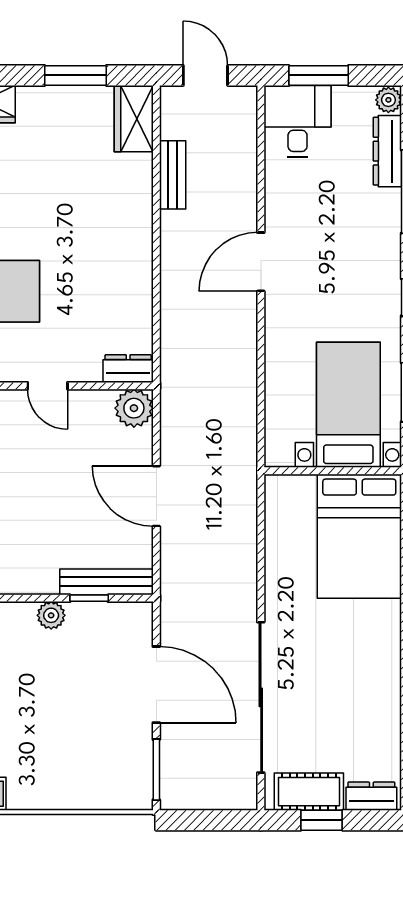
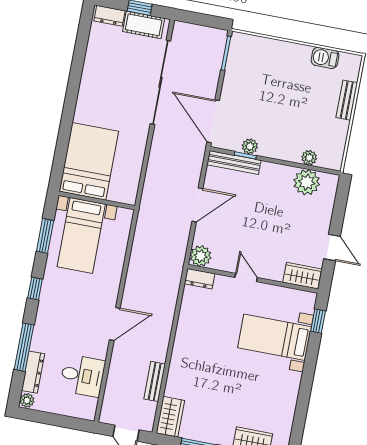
window: (319, 75) -> (63, 421), removed
desk: (298, 121) -> (82, 376), moved, turned -90
door: (156, 496) -> (197, 205), hinge flipped
plant: (51, 615) -> (250, 146), moved
door: (156, 685) -> (213, 121), moved

